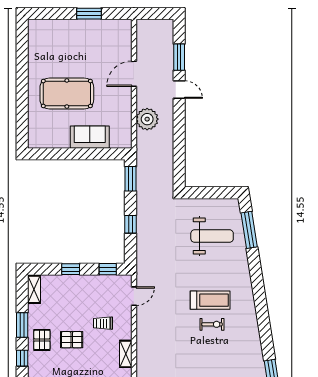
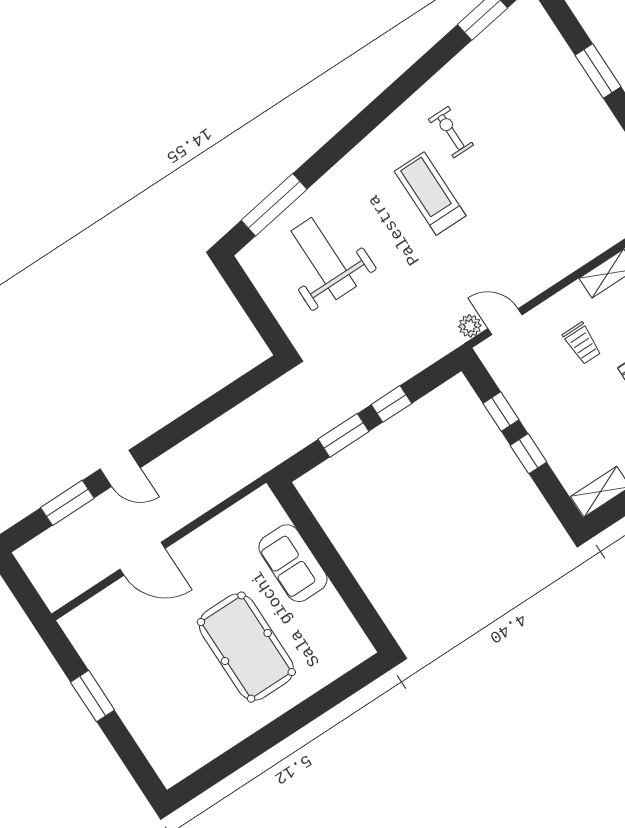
door: (179, 90) -> (120, 468), swing flipped
plant: (147, 119) -> (470, 326), moved, width x0.53, depth x0.53
window: (130, 179) -> (344, 435), moved
window: (108, 269) -> (501, 412), moved
exercise bike: (212, 324) -> (451, 132), moved

